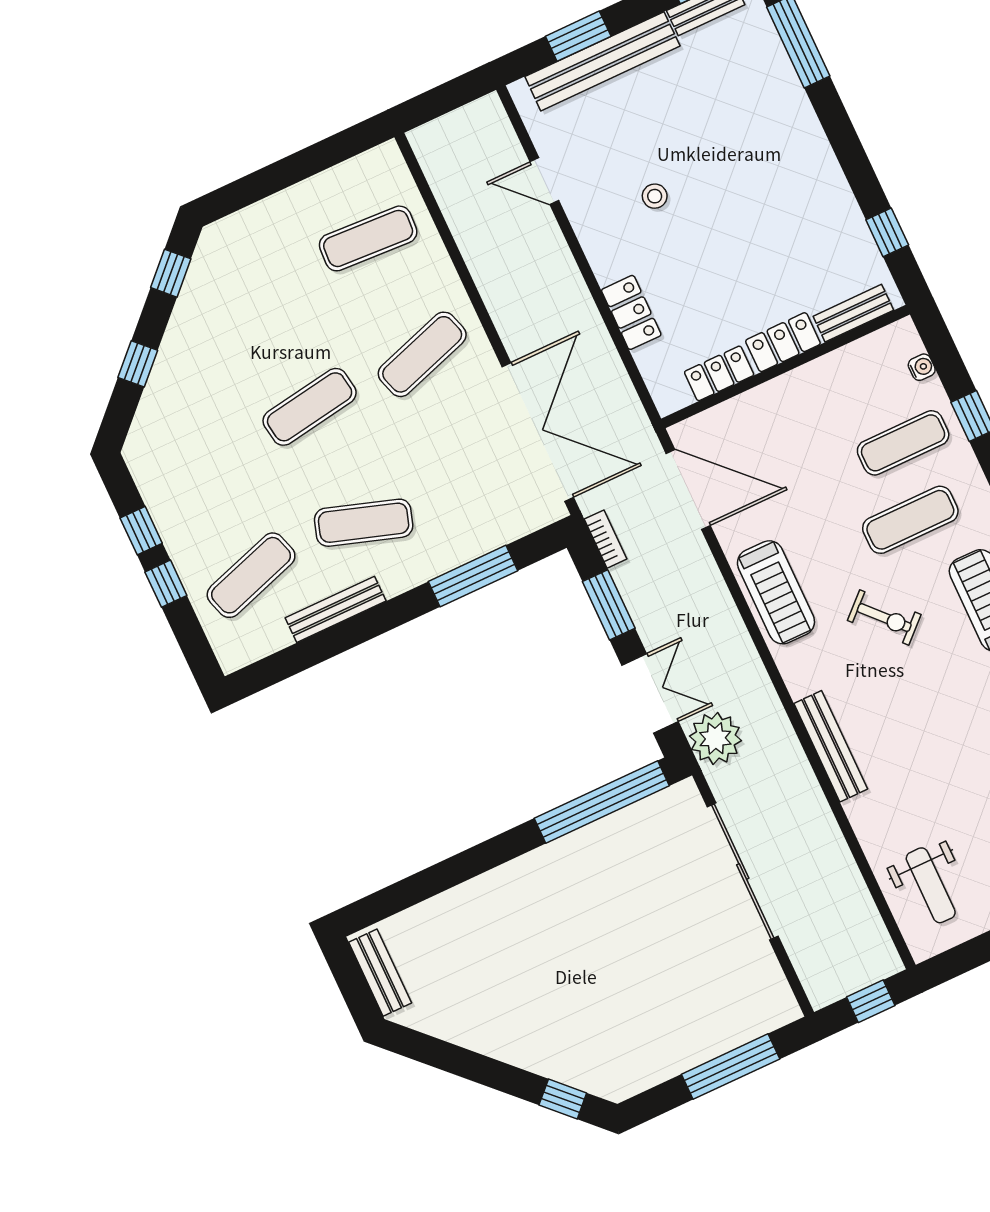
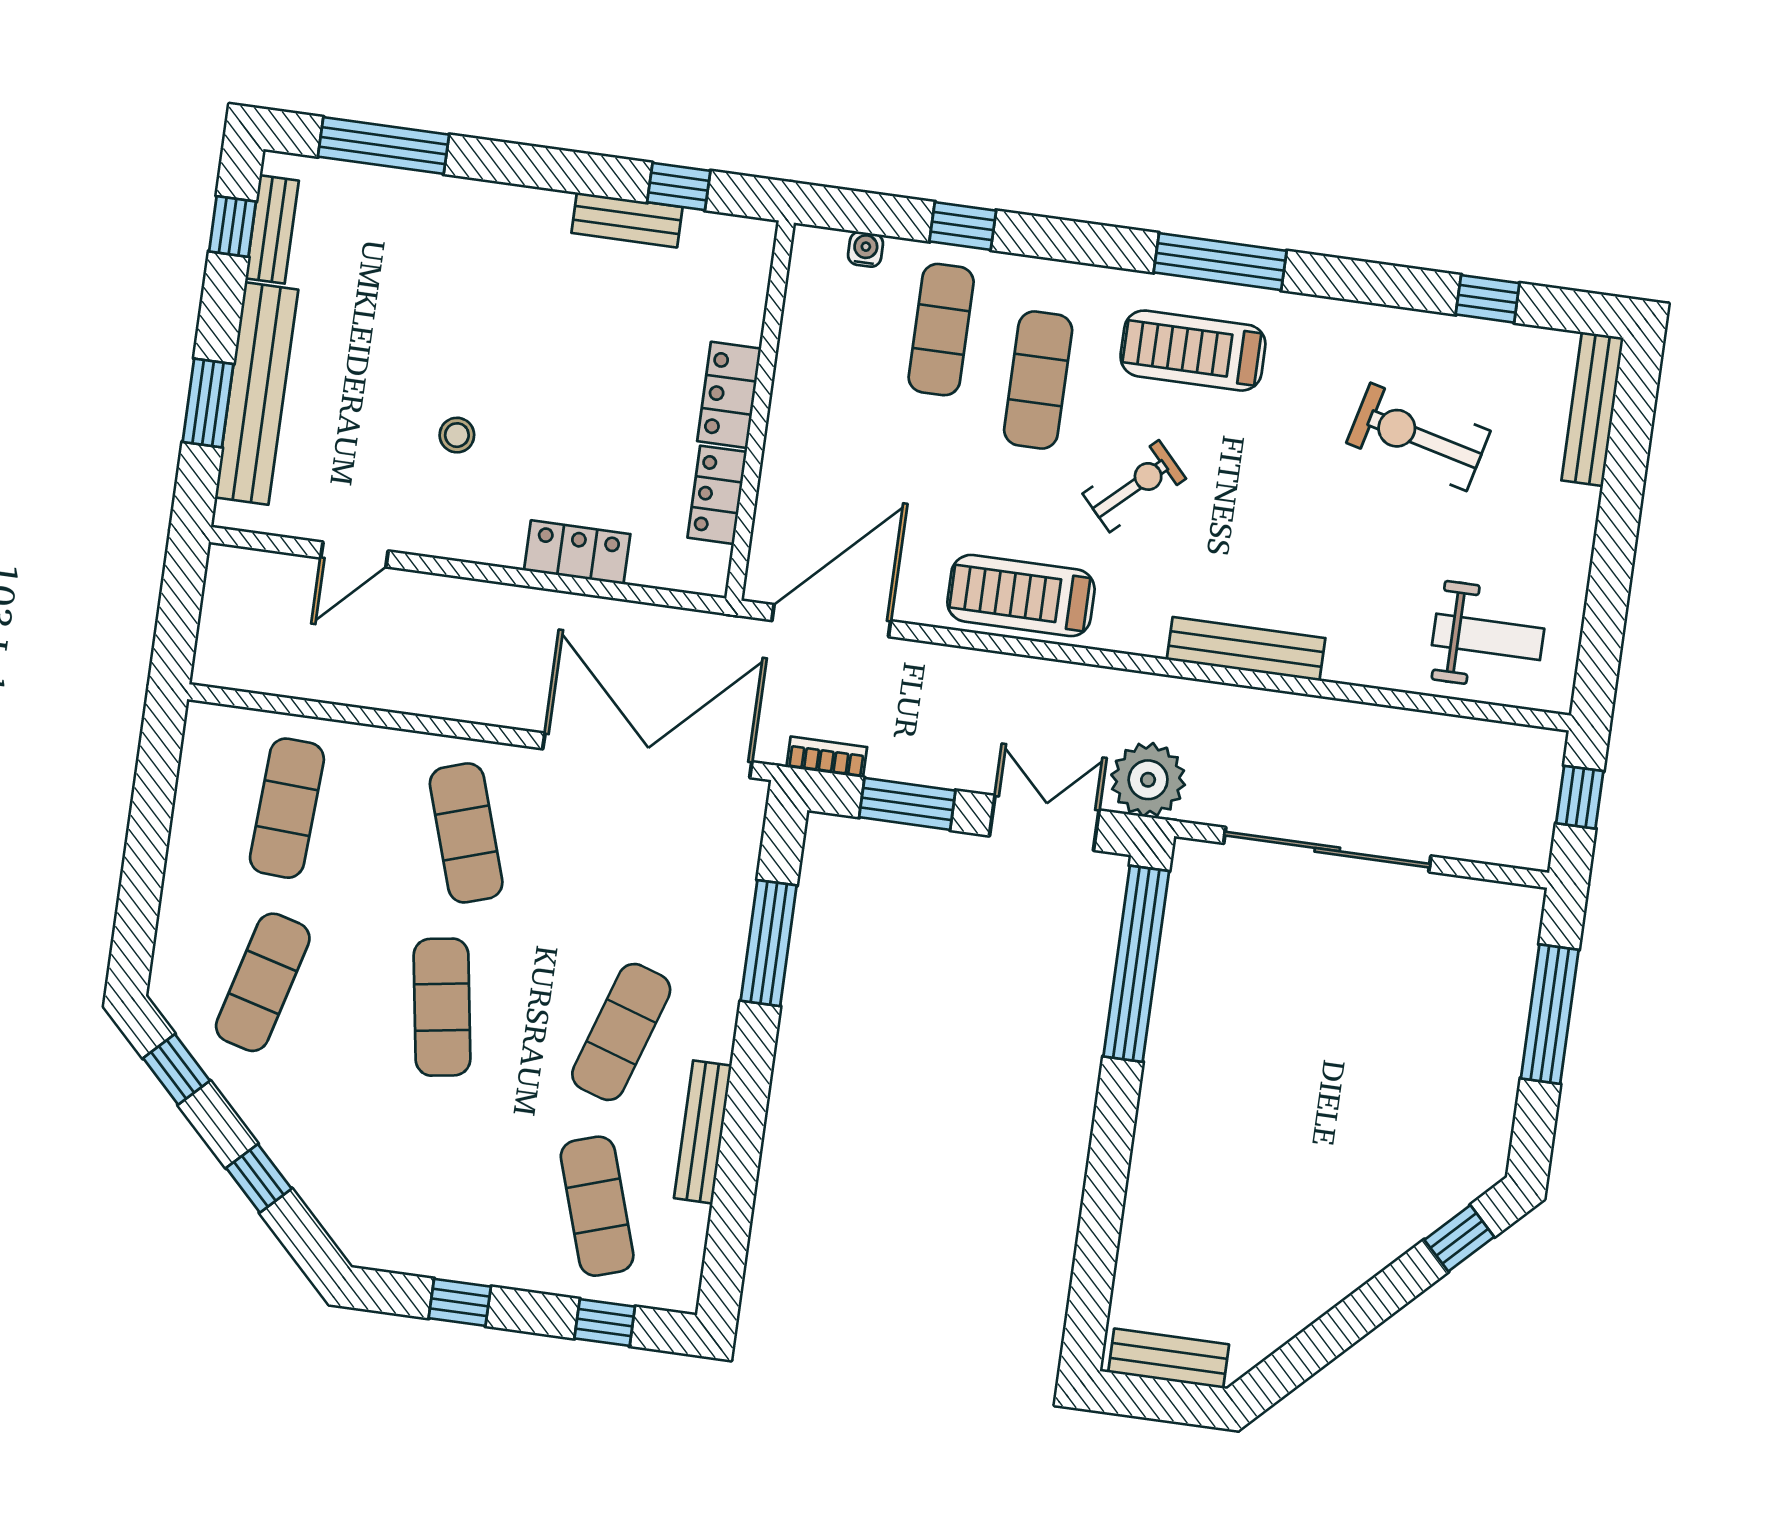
exercise mat: (256, 291) -> (263, 982), added
bench: (853, 313) -> (627, 220), moved, turned 90
window: (166, 584) -> (605, 1323), moved
treadmill: (776, 592) -> (1021, 596), turned 180

